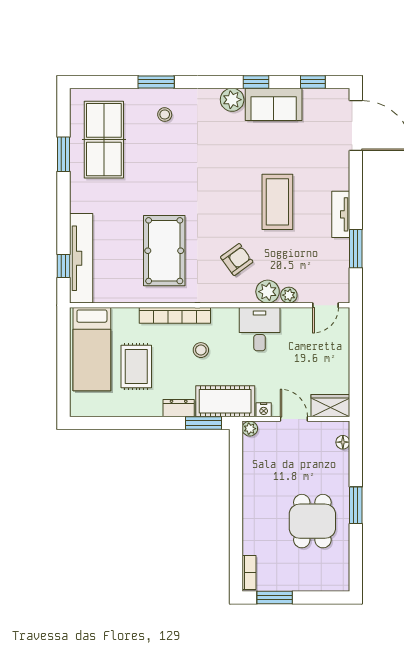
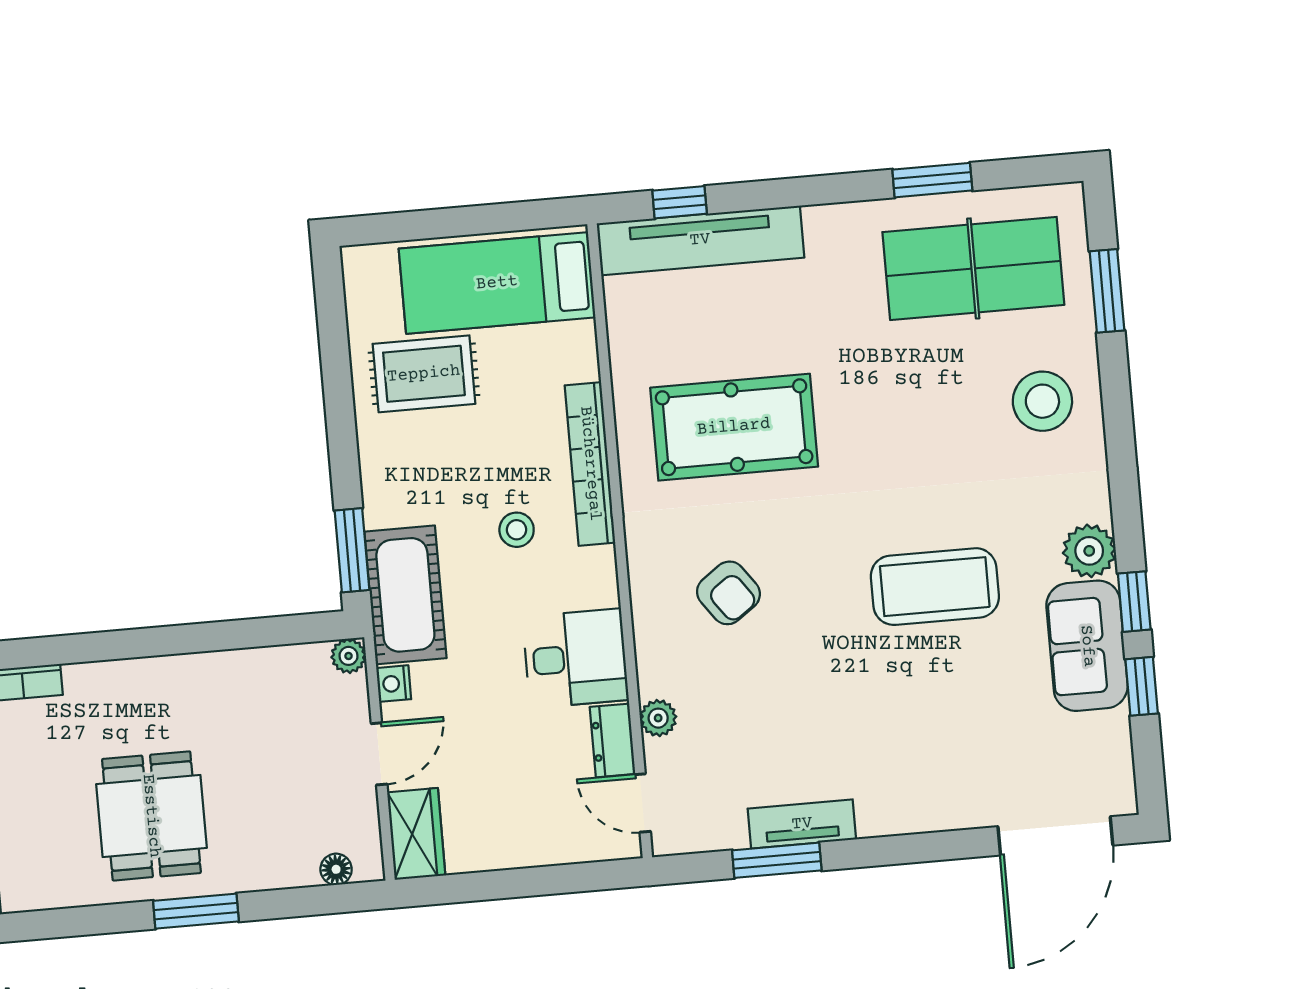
window: (156, 82) -> (1107, 291), moved
window: (313, 82) -> (1142, 686), moved
stool: (165, 114) -> (1042, 401), width x1.89, depth x1.89
coffee table: (277, 202) -> (935, 587), moved
tv unit: (341, 214) -> (802, 824), moved
plant: (268, 292) -> (662, 669), removed
rug: (136, 366) -> (424, 374), moved
dresser: (179, 408) -> (613, 740), moved, turned 180
dining table: (312, 521) -> (151, 816), turned 90

